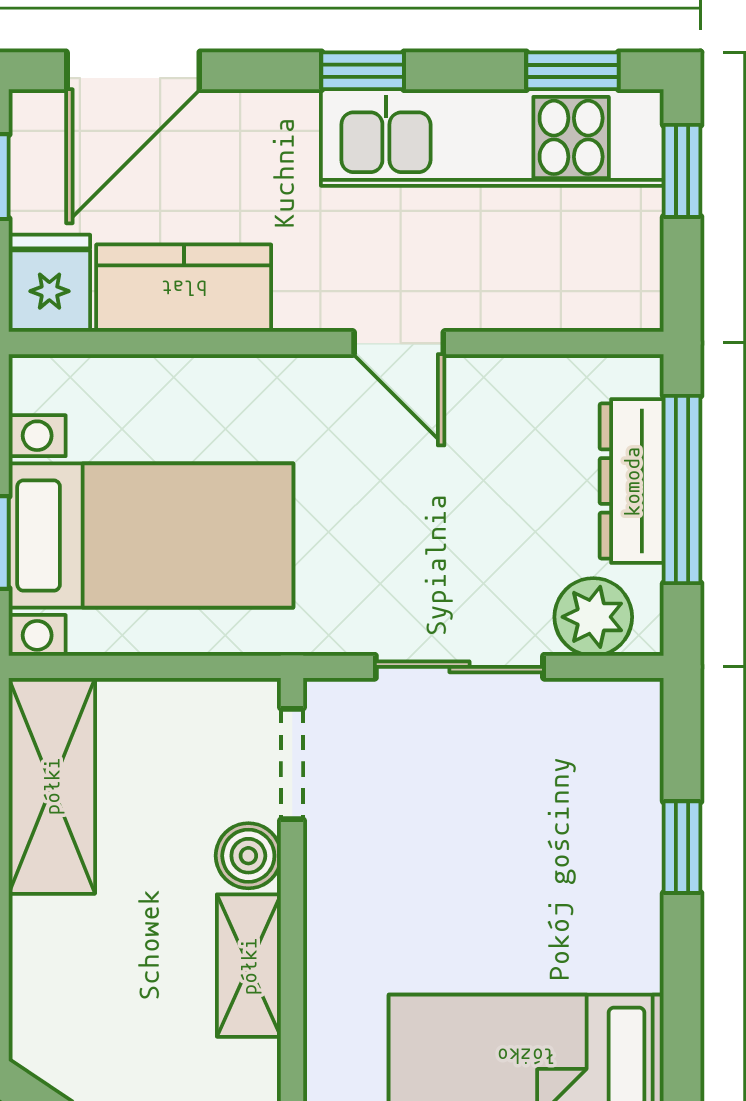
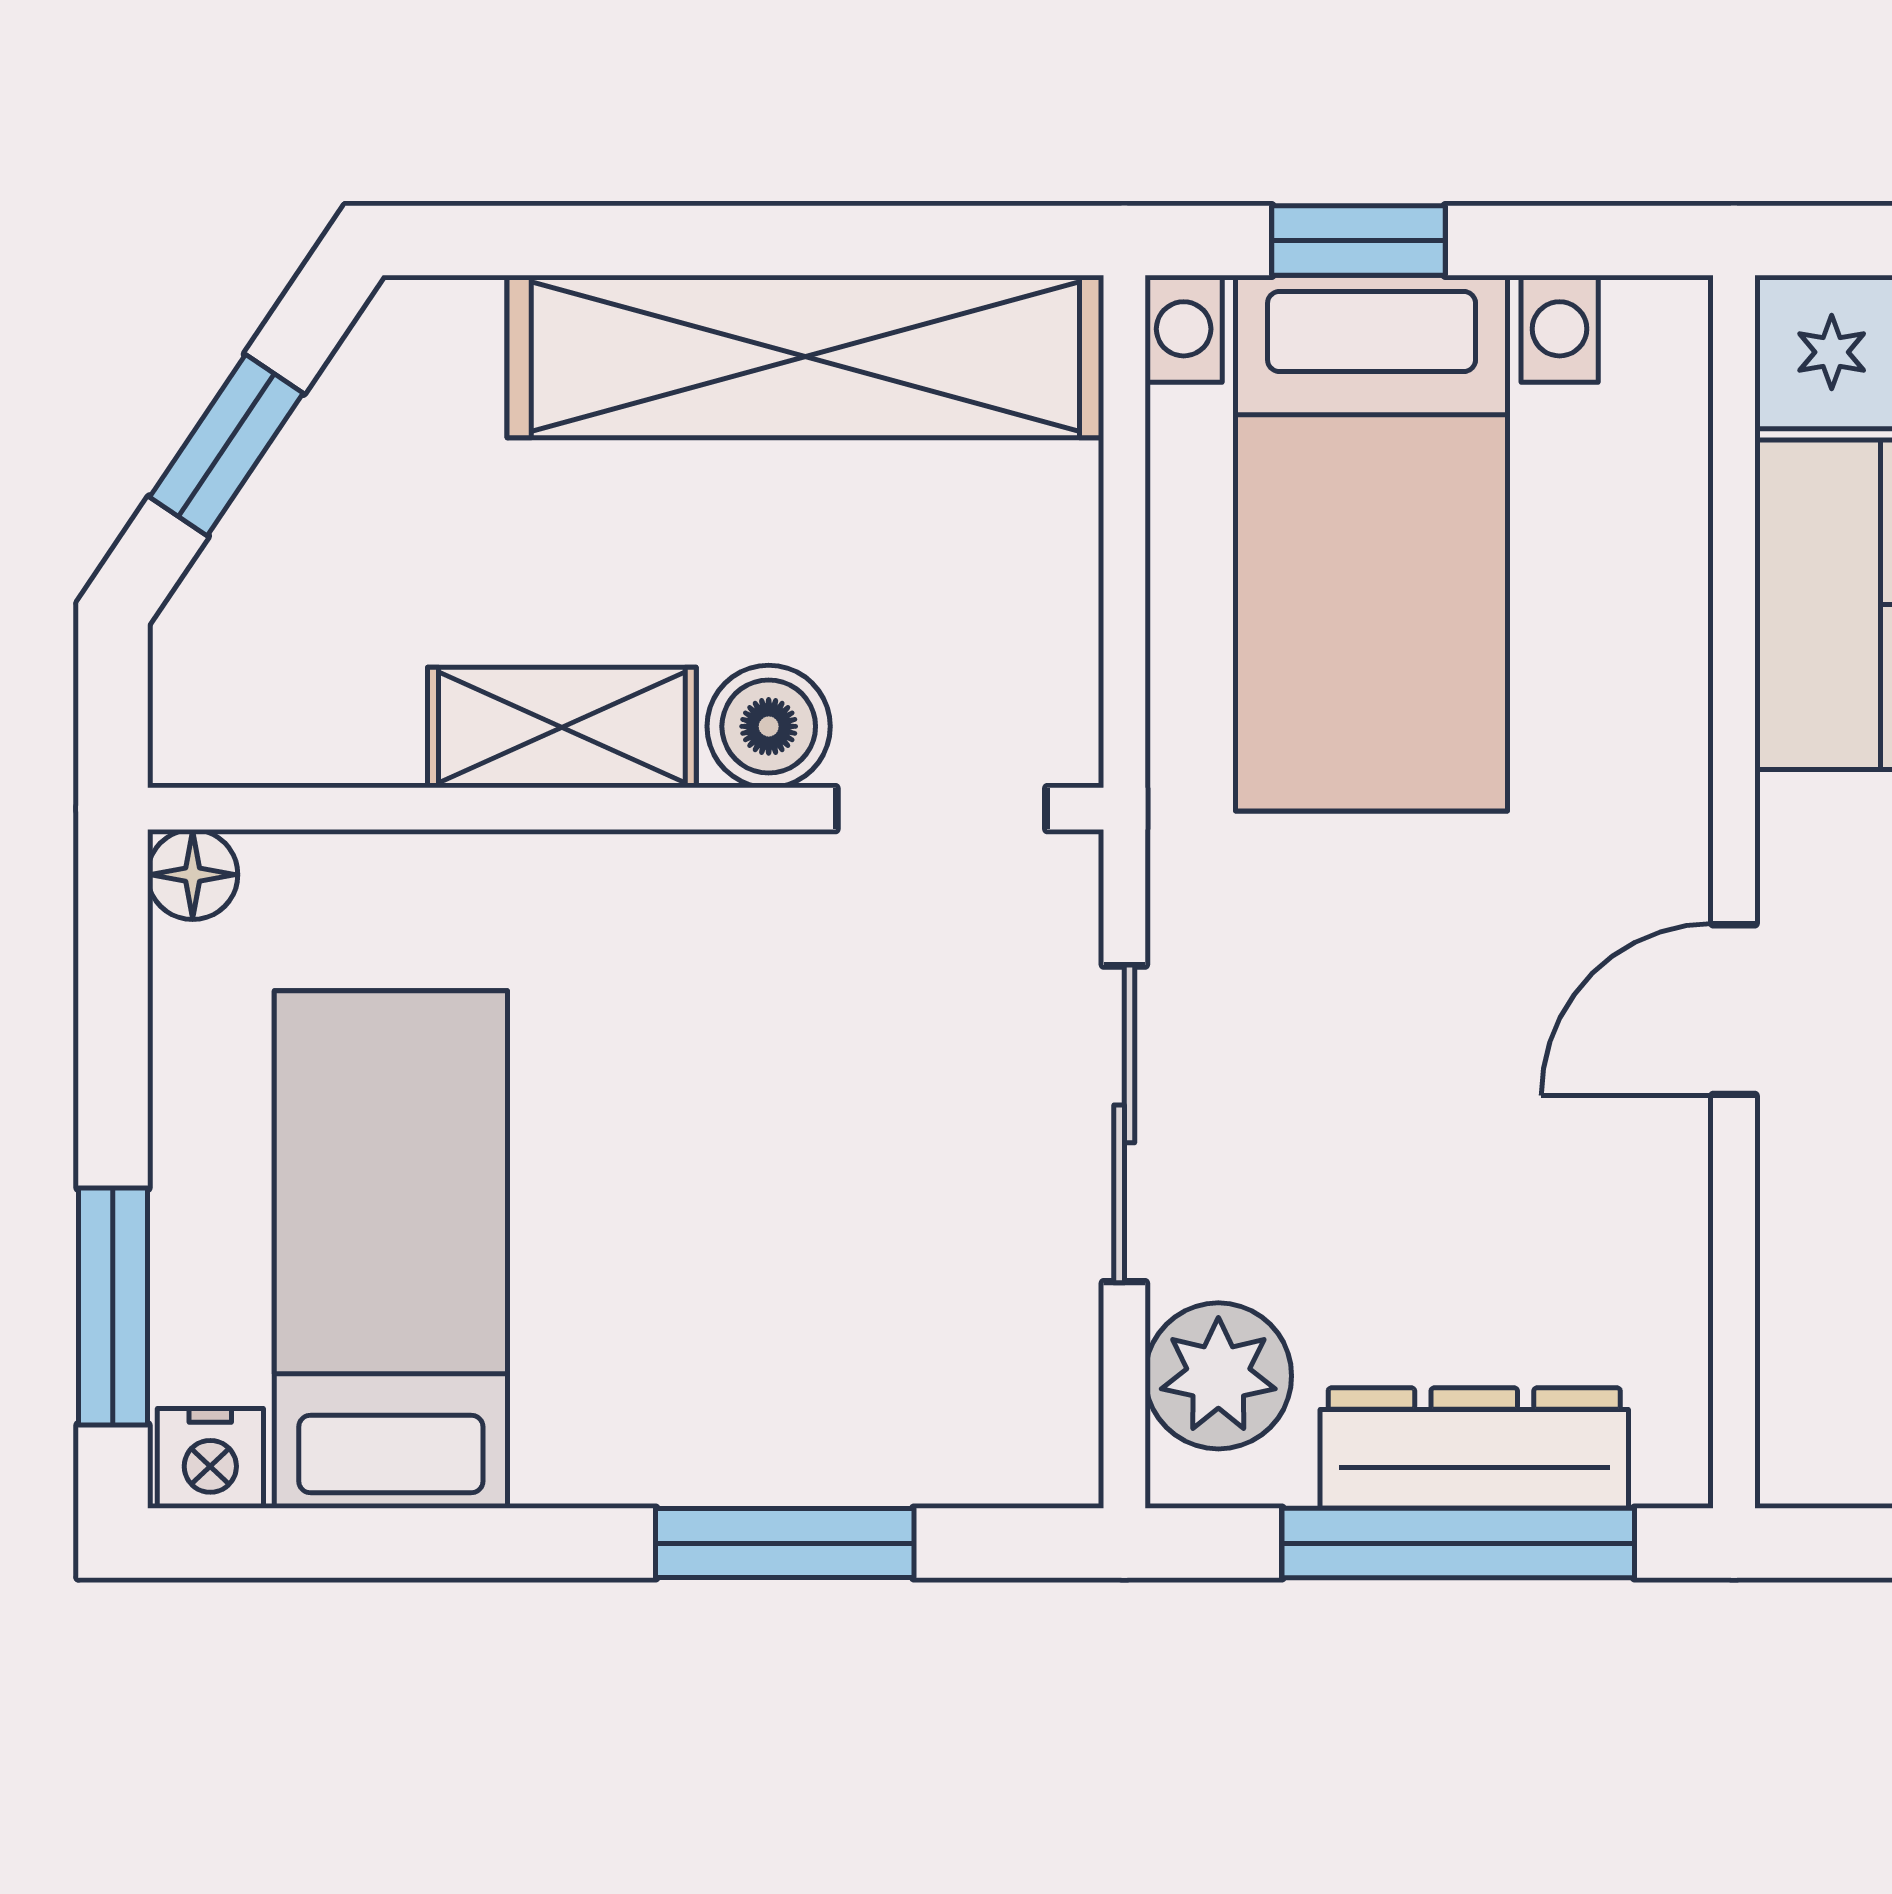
shelving: (52, 786) -> (805, 357), width x1.47
window: (682, 847) -> (785, 1543), width x1.50

